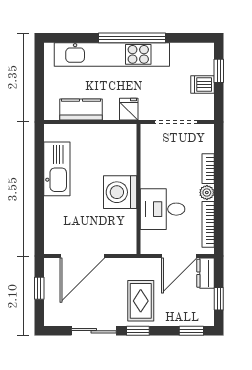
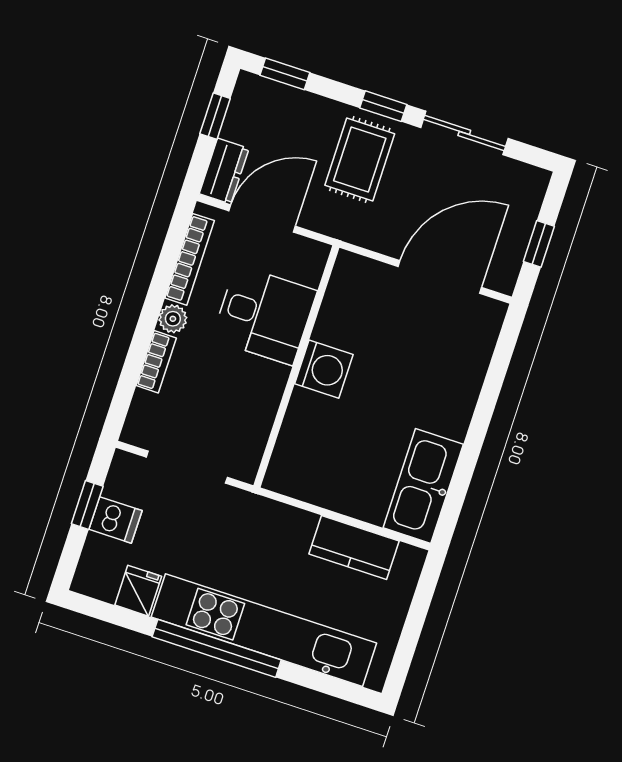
window: (219, 71) -> (87, 505), moved
fridge: (129, 109) -> (138, 591), moved, turned 180
kitchen sink: (57, 169) -> (423, 486), moved
washing machine: (120, 192) -> (324, 369), width x0.73, depth x0.73

